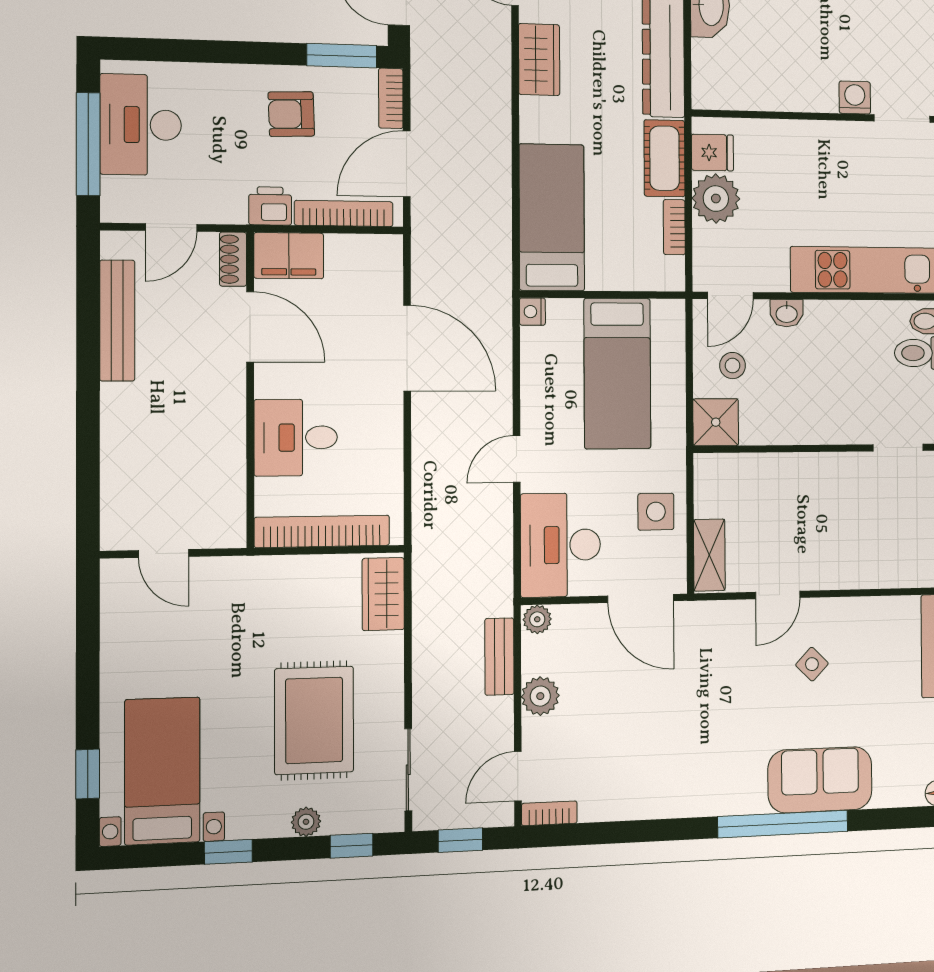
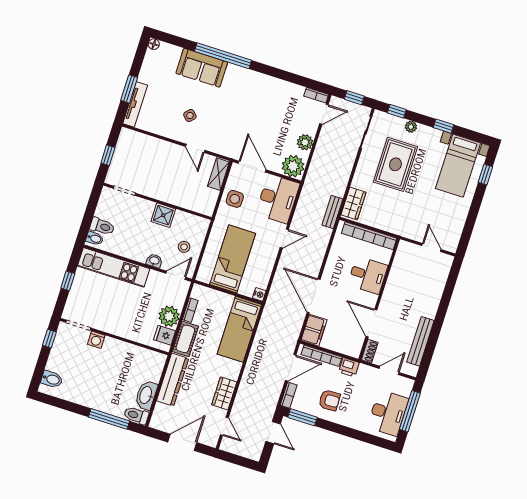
filing cabinet: (289, 256) -> (314, 330), moved, turned 90
shower: (716, 422) -> (163, 215), moved
door: (778, 595) -> (195, 148), swing flipped
plant: (537, 619) -> (293, 166), width x1.87, depth x1.87
bench: (499, 657) -> (332, 212), moved

